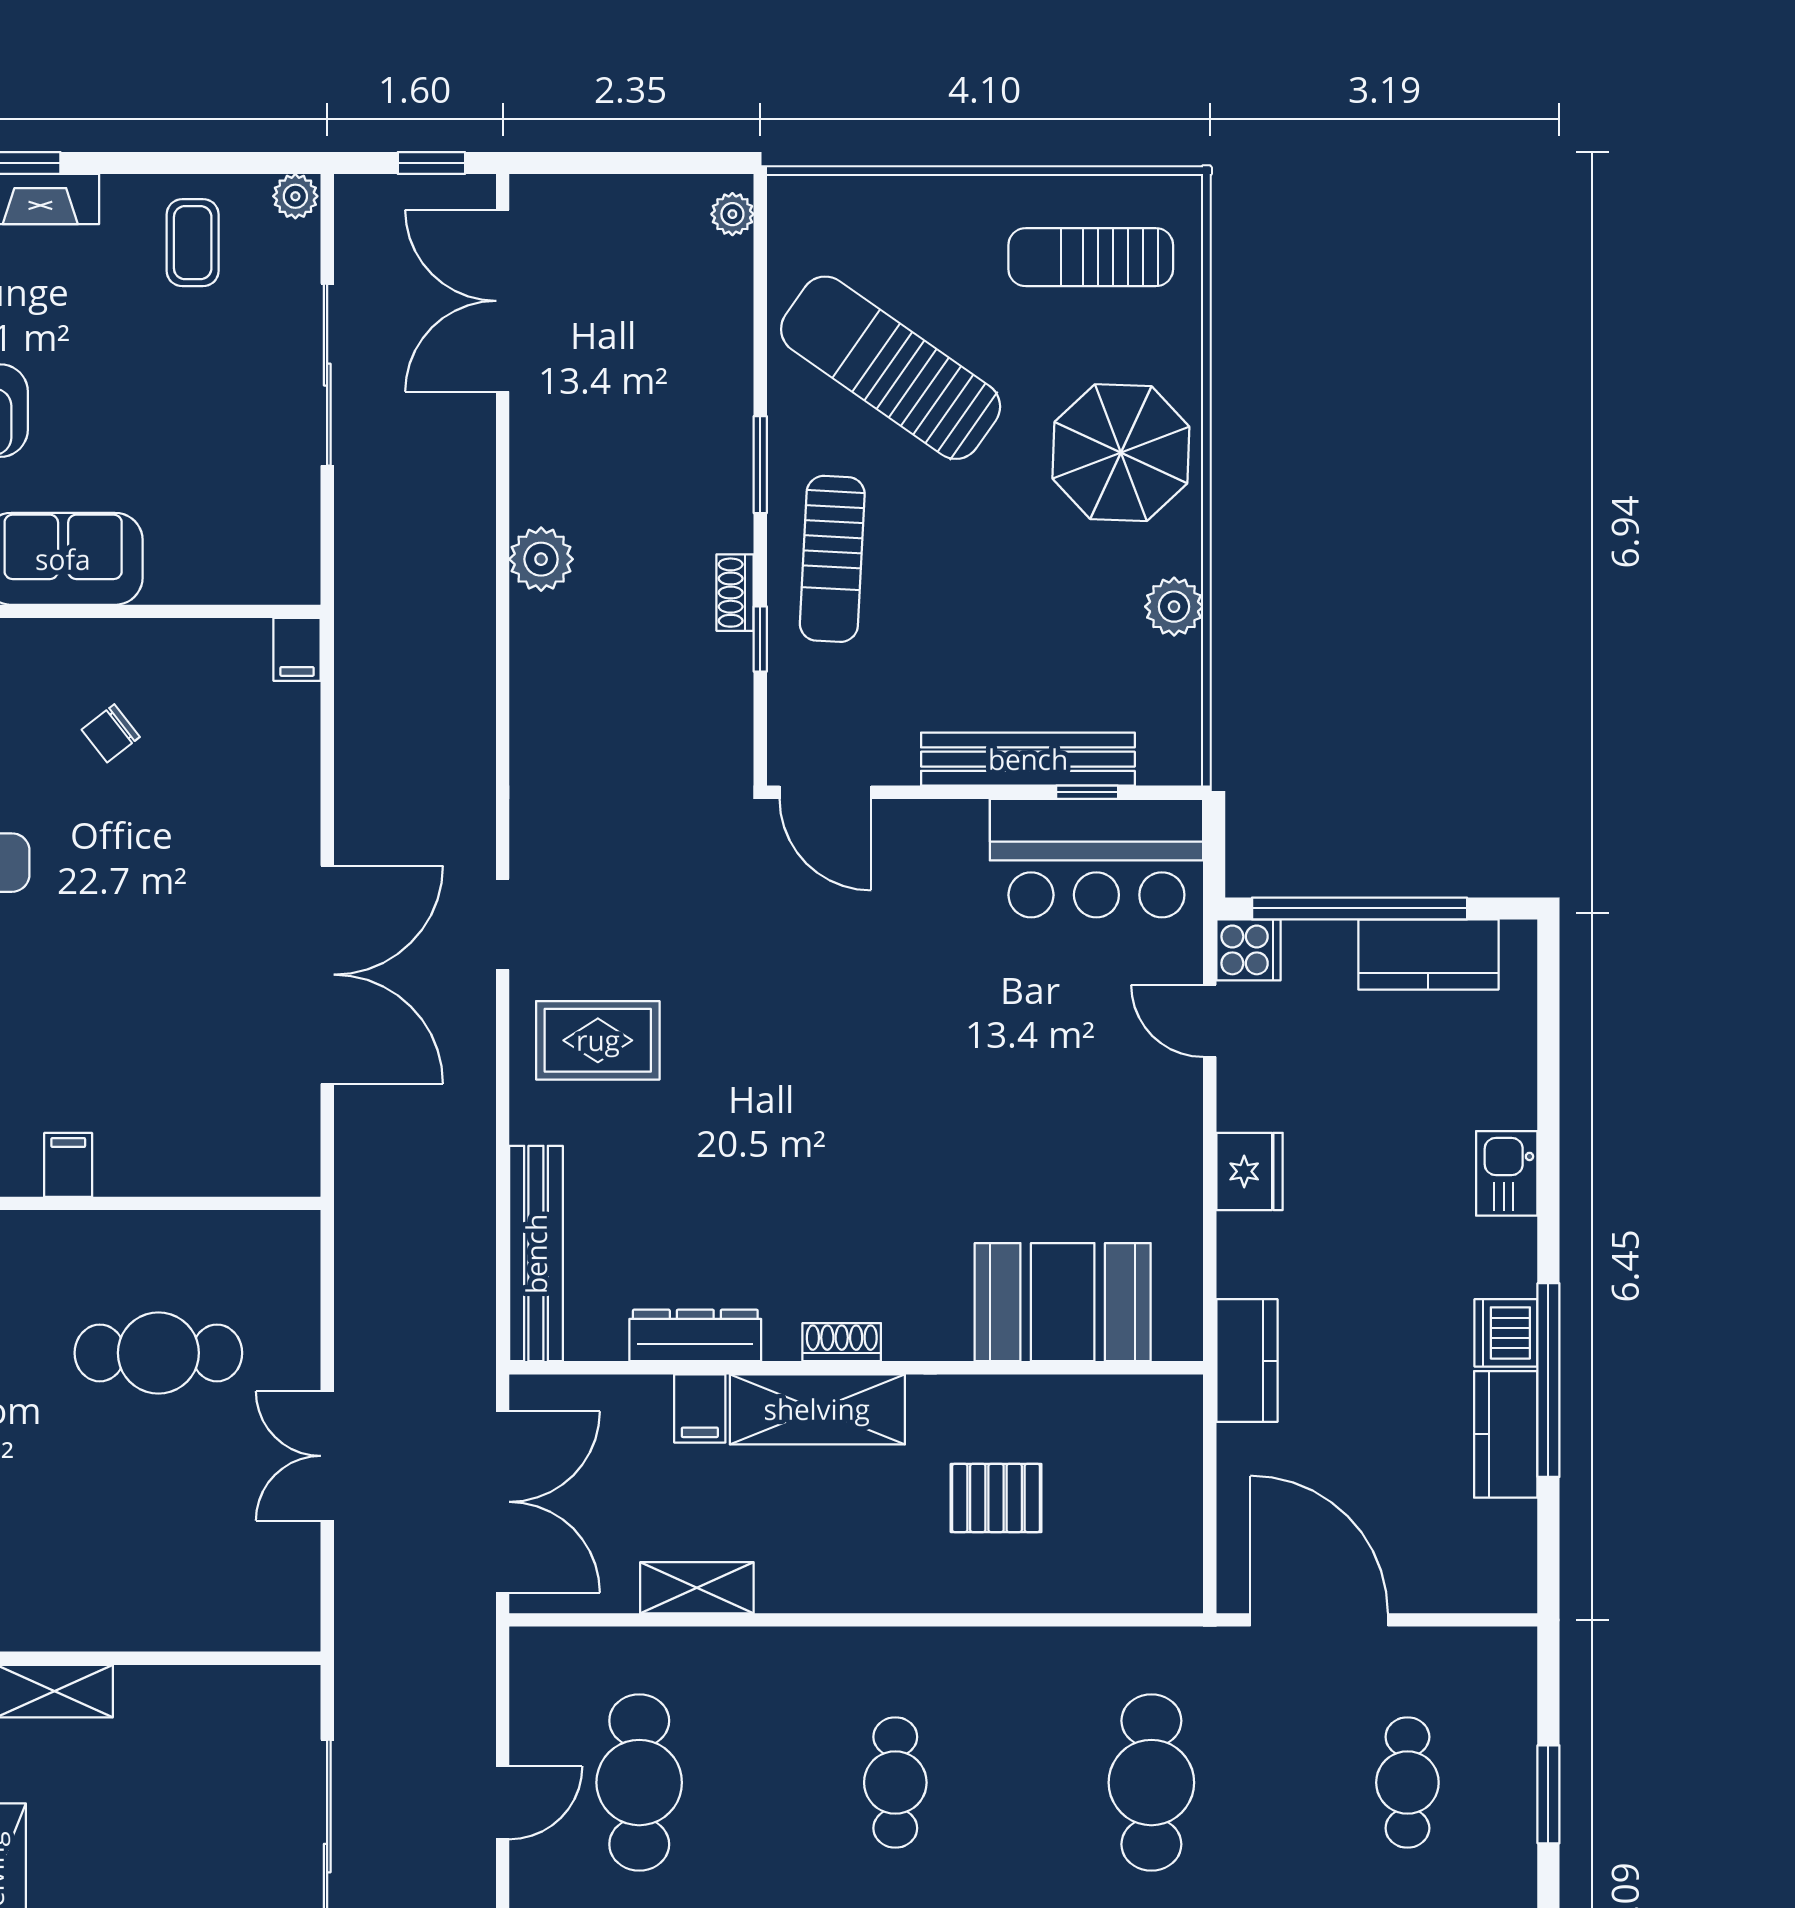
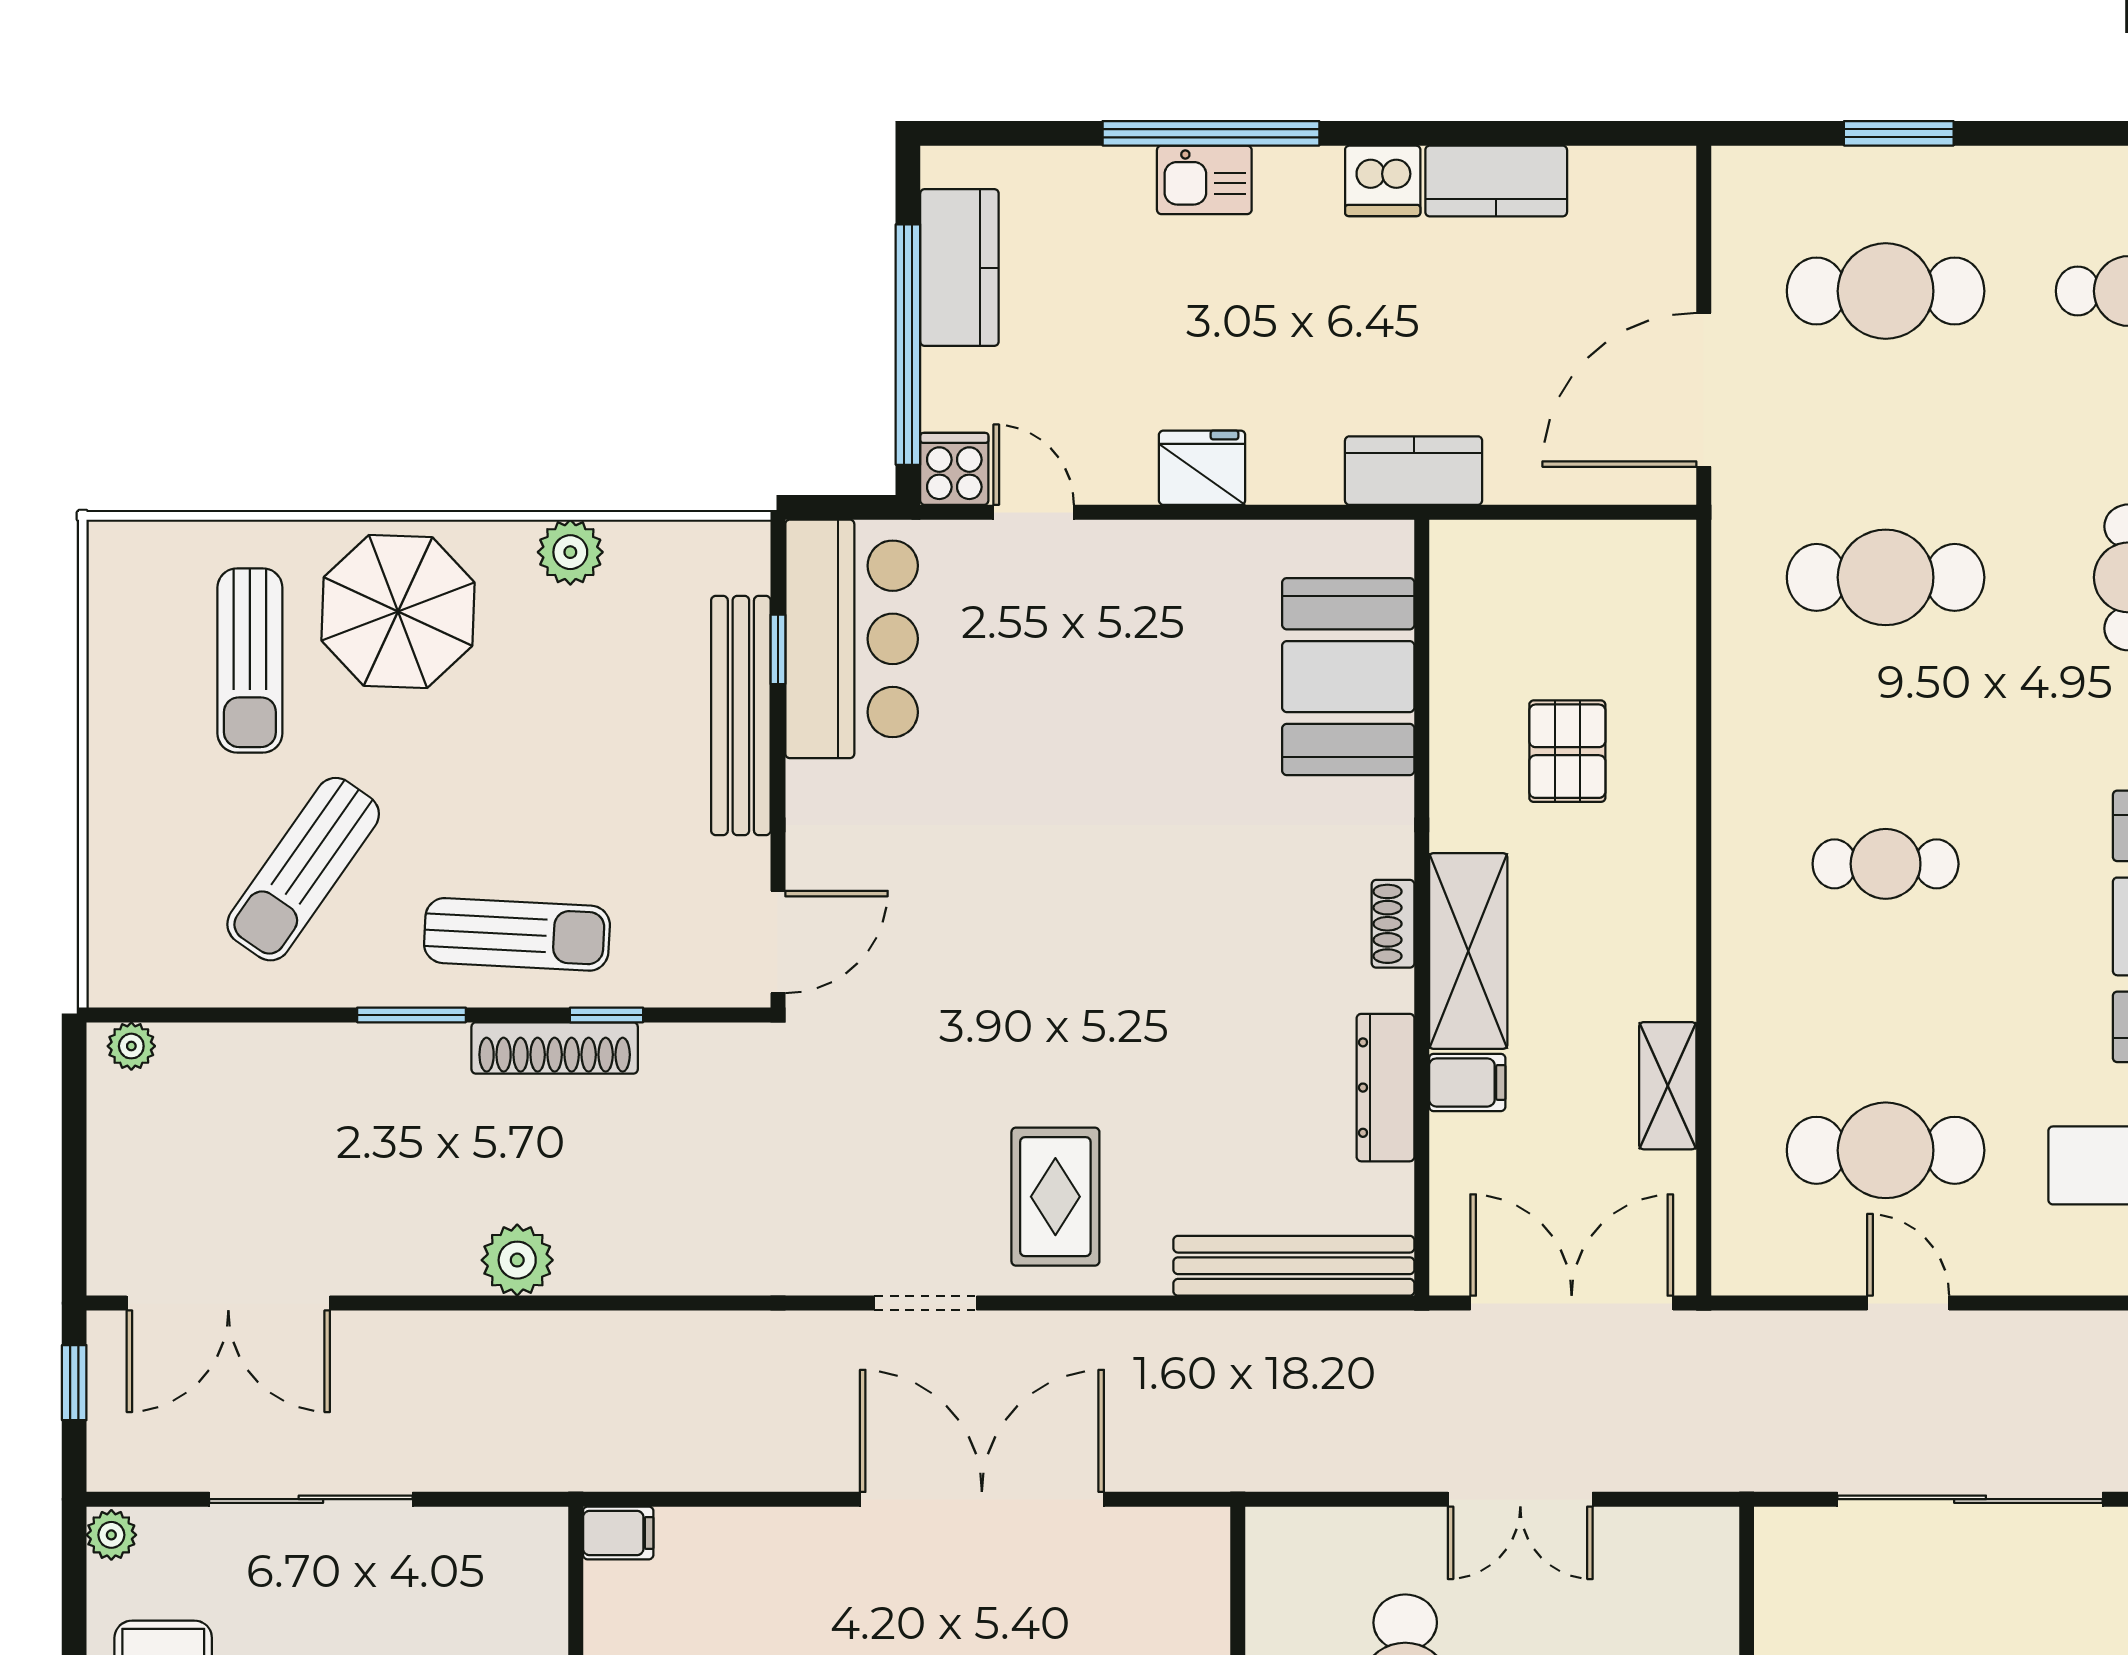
sun lounger: (1091, 257) -> (250, 660), moved
sun lounger: (891, 368) -> (303, 869), width x0.73, depth x0.75
shoe rack: (735, 593) -> (555, 1048), width x1.94, depth x1.24
door: (1210, 1021) -> (1034, 512), swing flipped
window: (1548, 1380) -> (1211, 133), moved
cafe table: (1407, 1783) -> (1886, 291), width x1.37, depth x1.35

